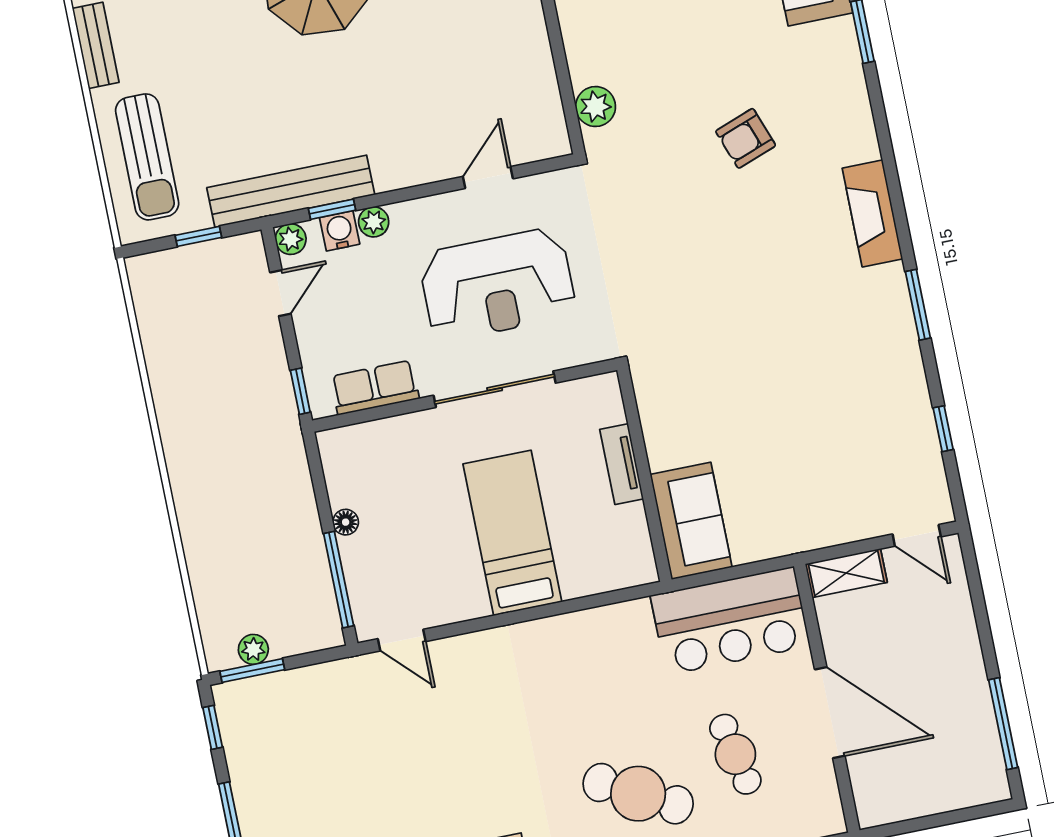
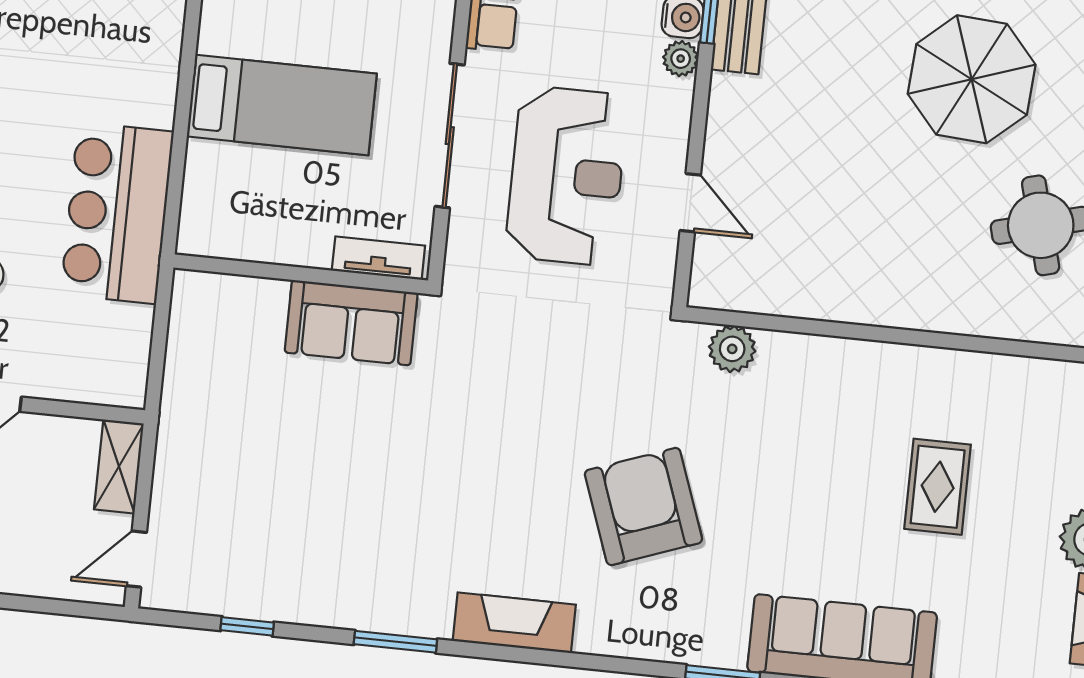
armchair: (746, 138) -> (643, 507), width x1.88, depth x1.88
reception desk: (497, 285) -> (566, 176), turned 180
tv unit: (622, 464) -> (378, 258), moved
sofa: (691, 521) -> (351, 323), moved
bar counter: (730, 621) -> (117, 213), moved

